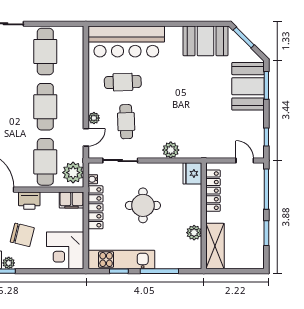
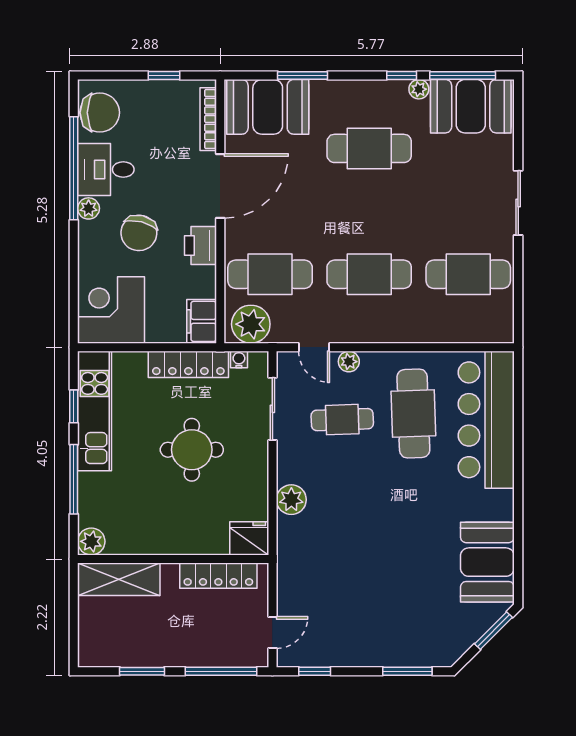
cafe table: (123, 82) -> (413, 413), width x1.37, depth x1.35
booth: (248, 86) -> (406, 639), removed
plant: (194, 233) -> (91, 541), moved

